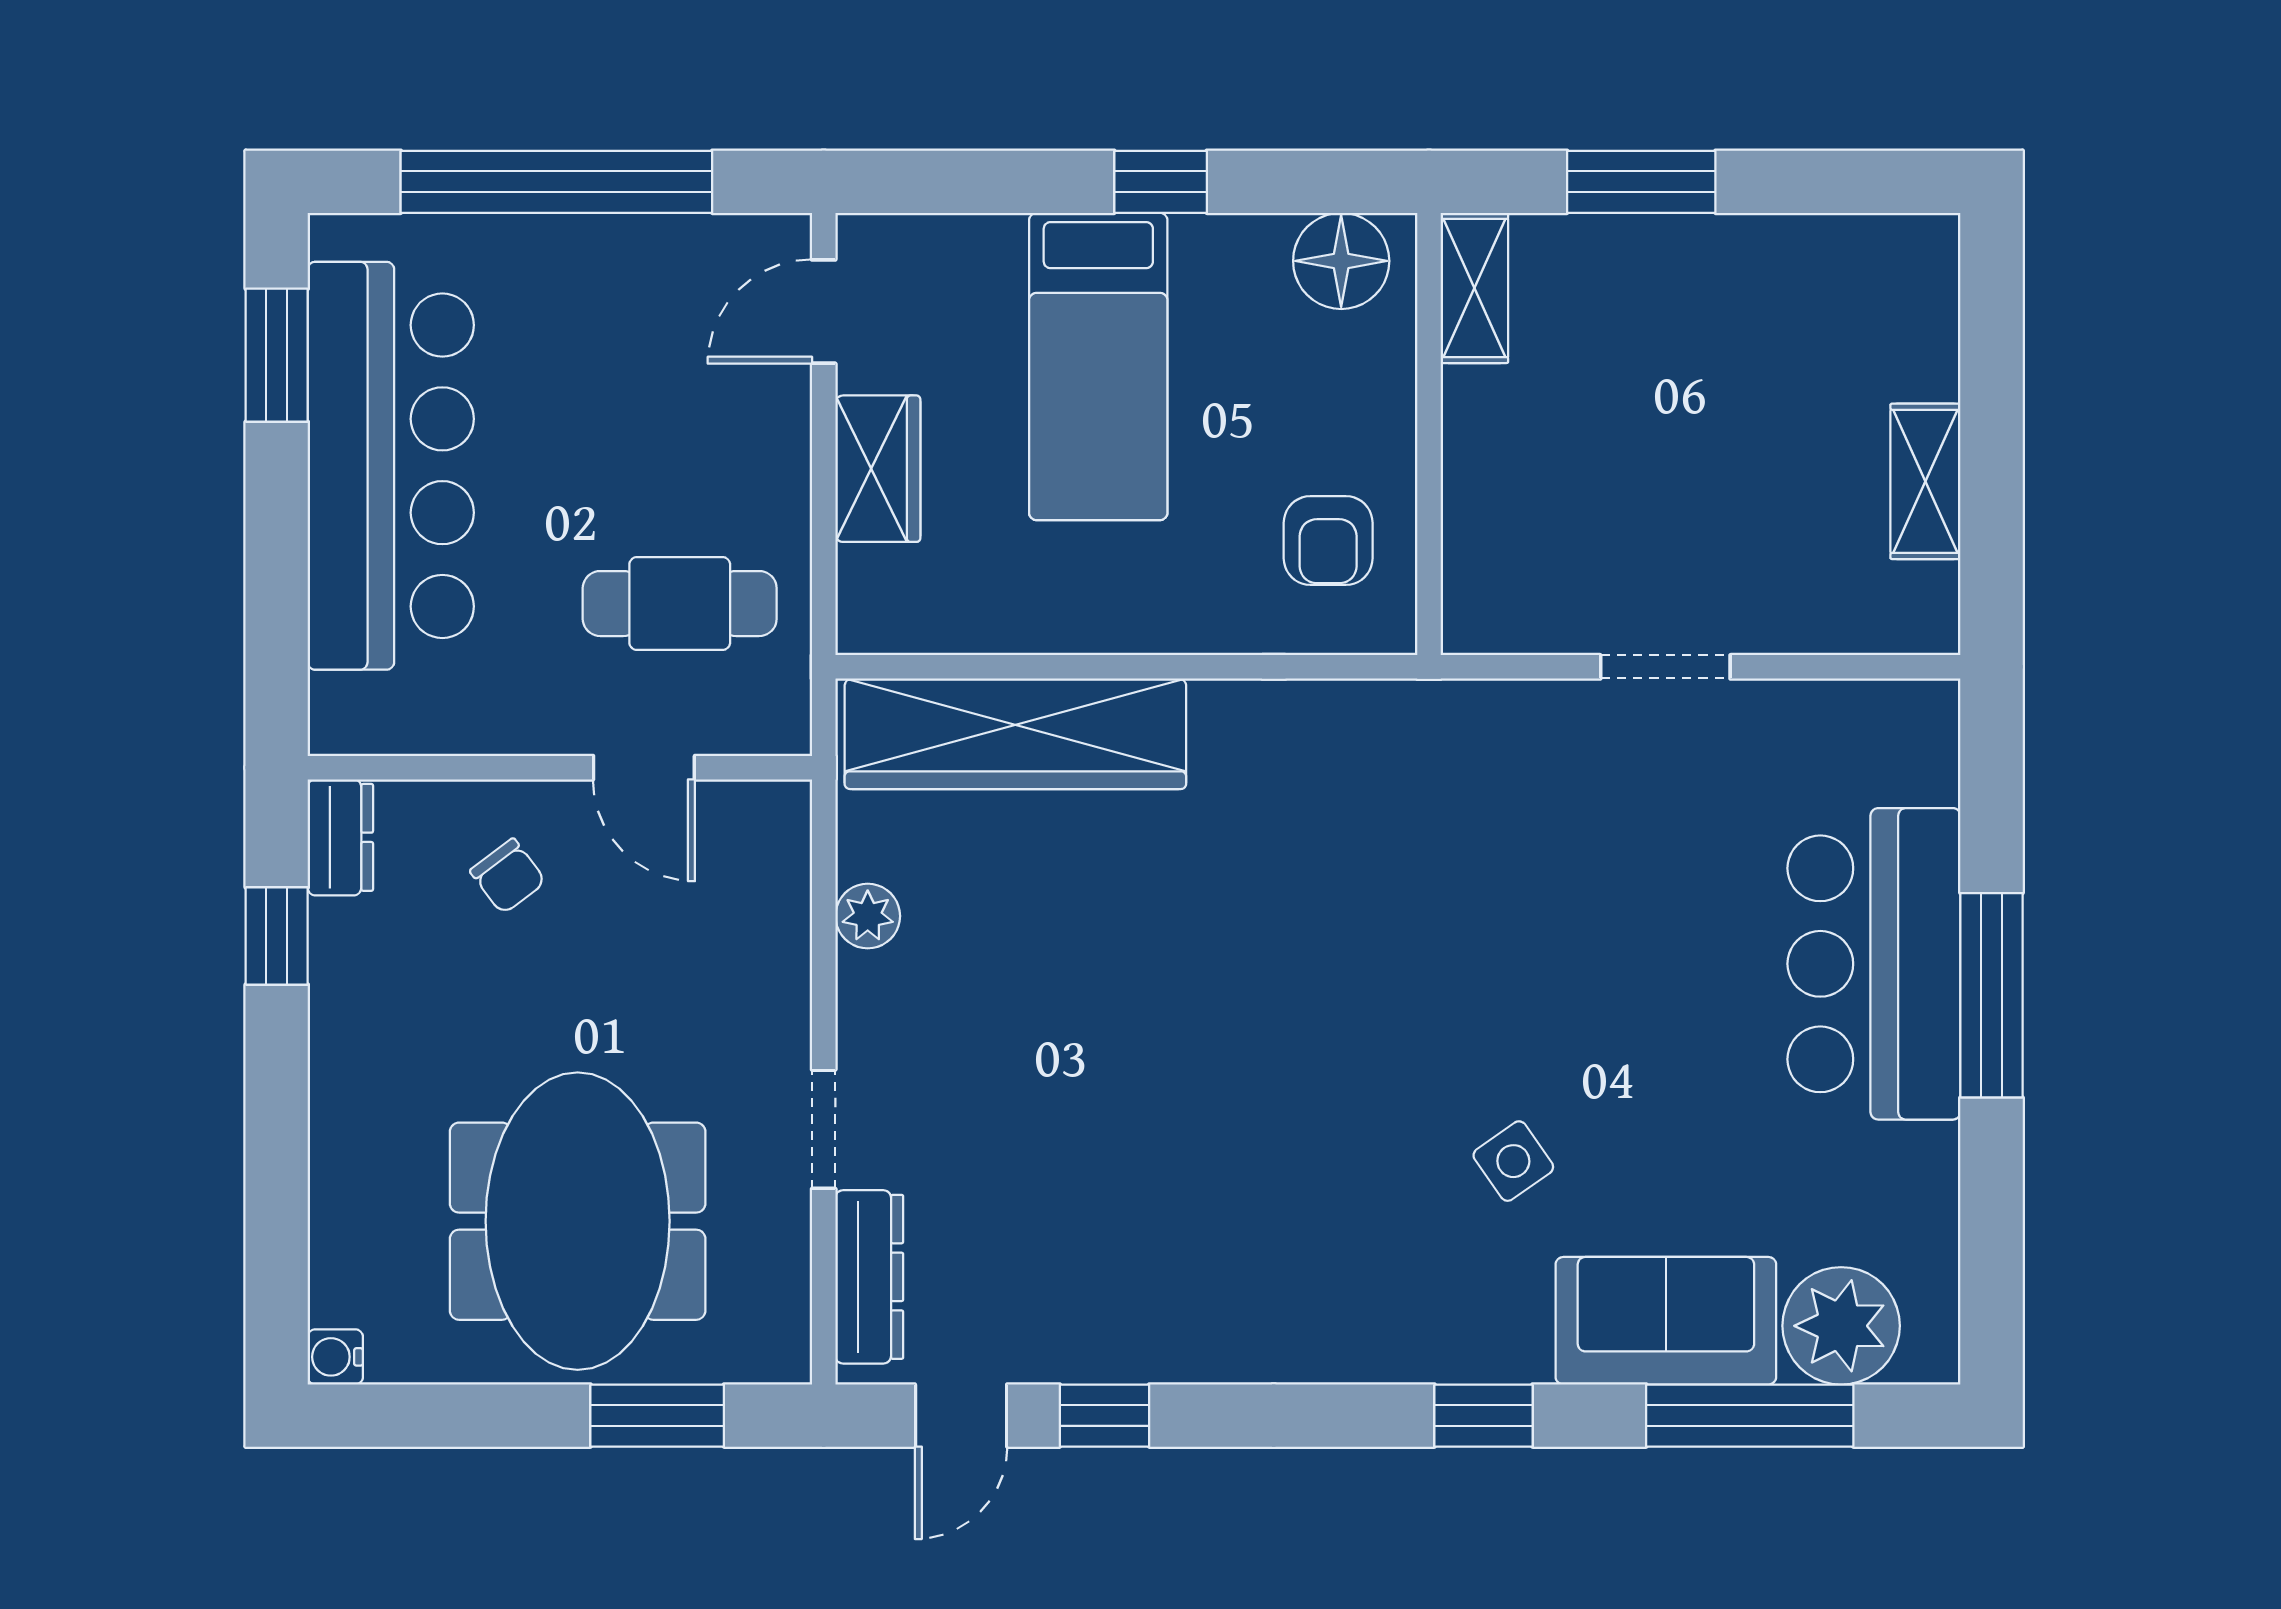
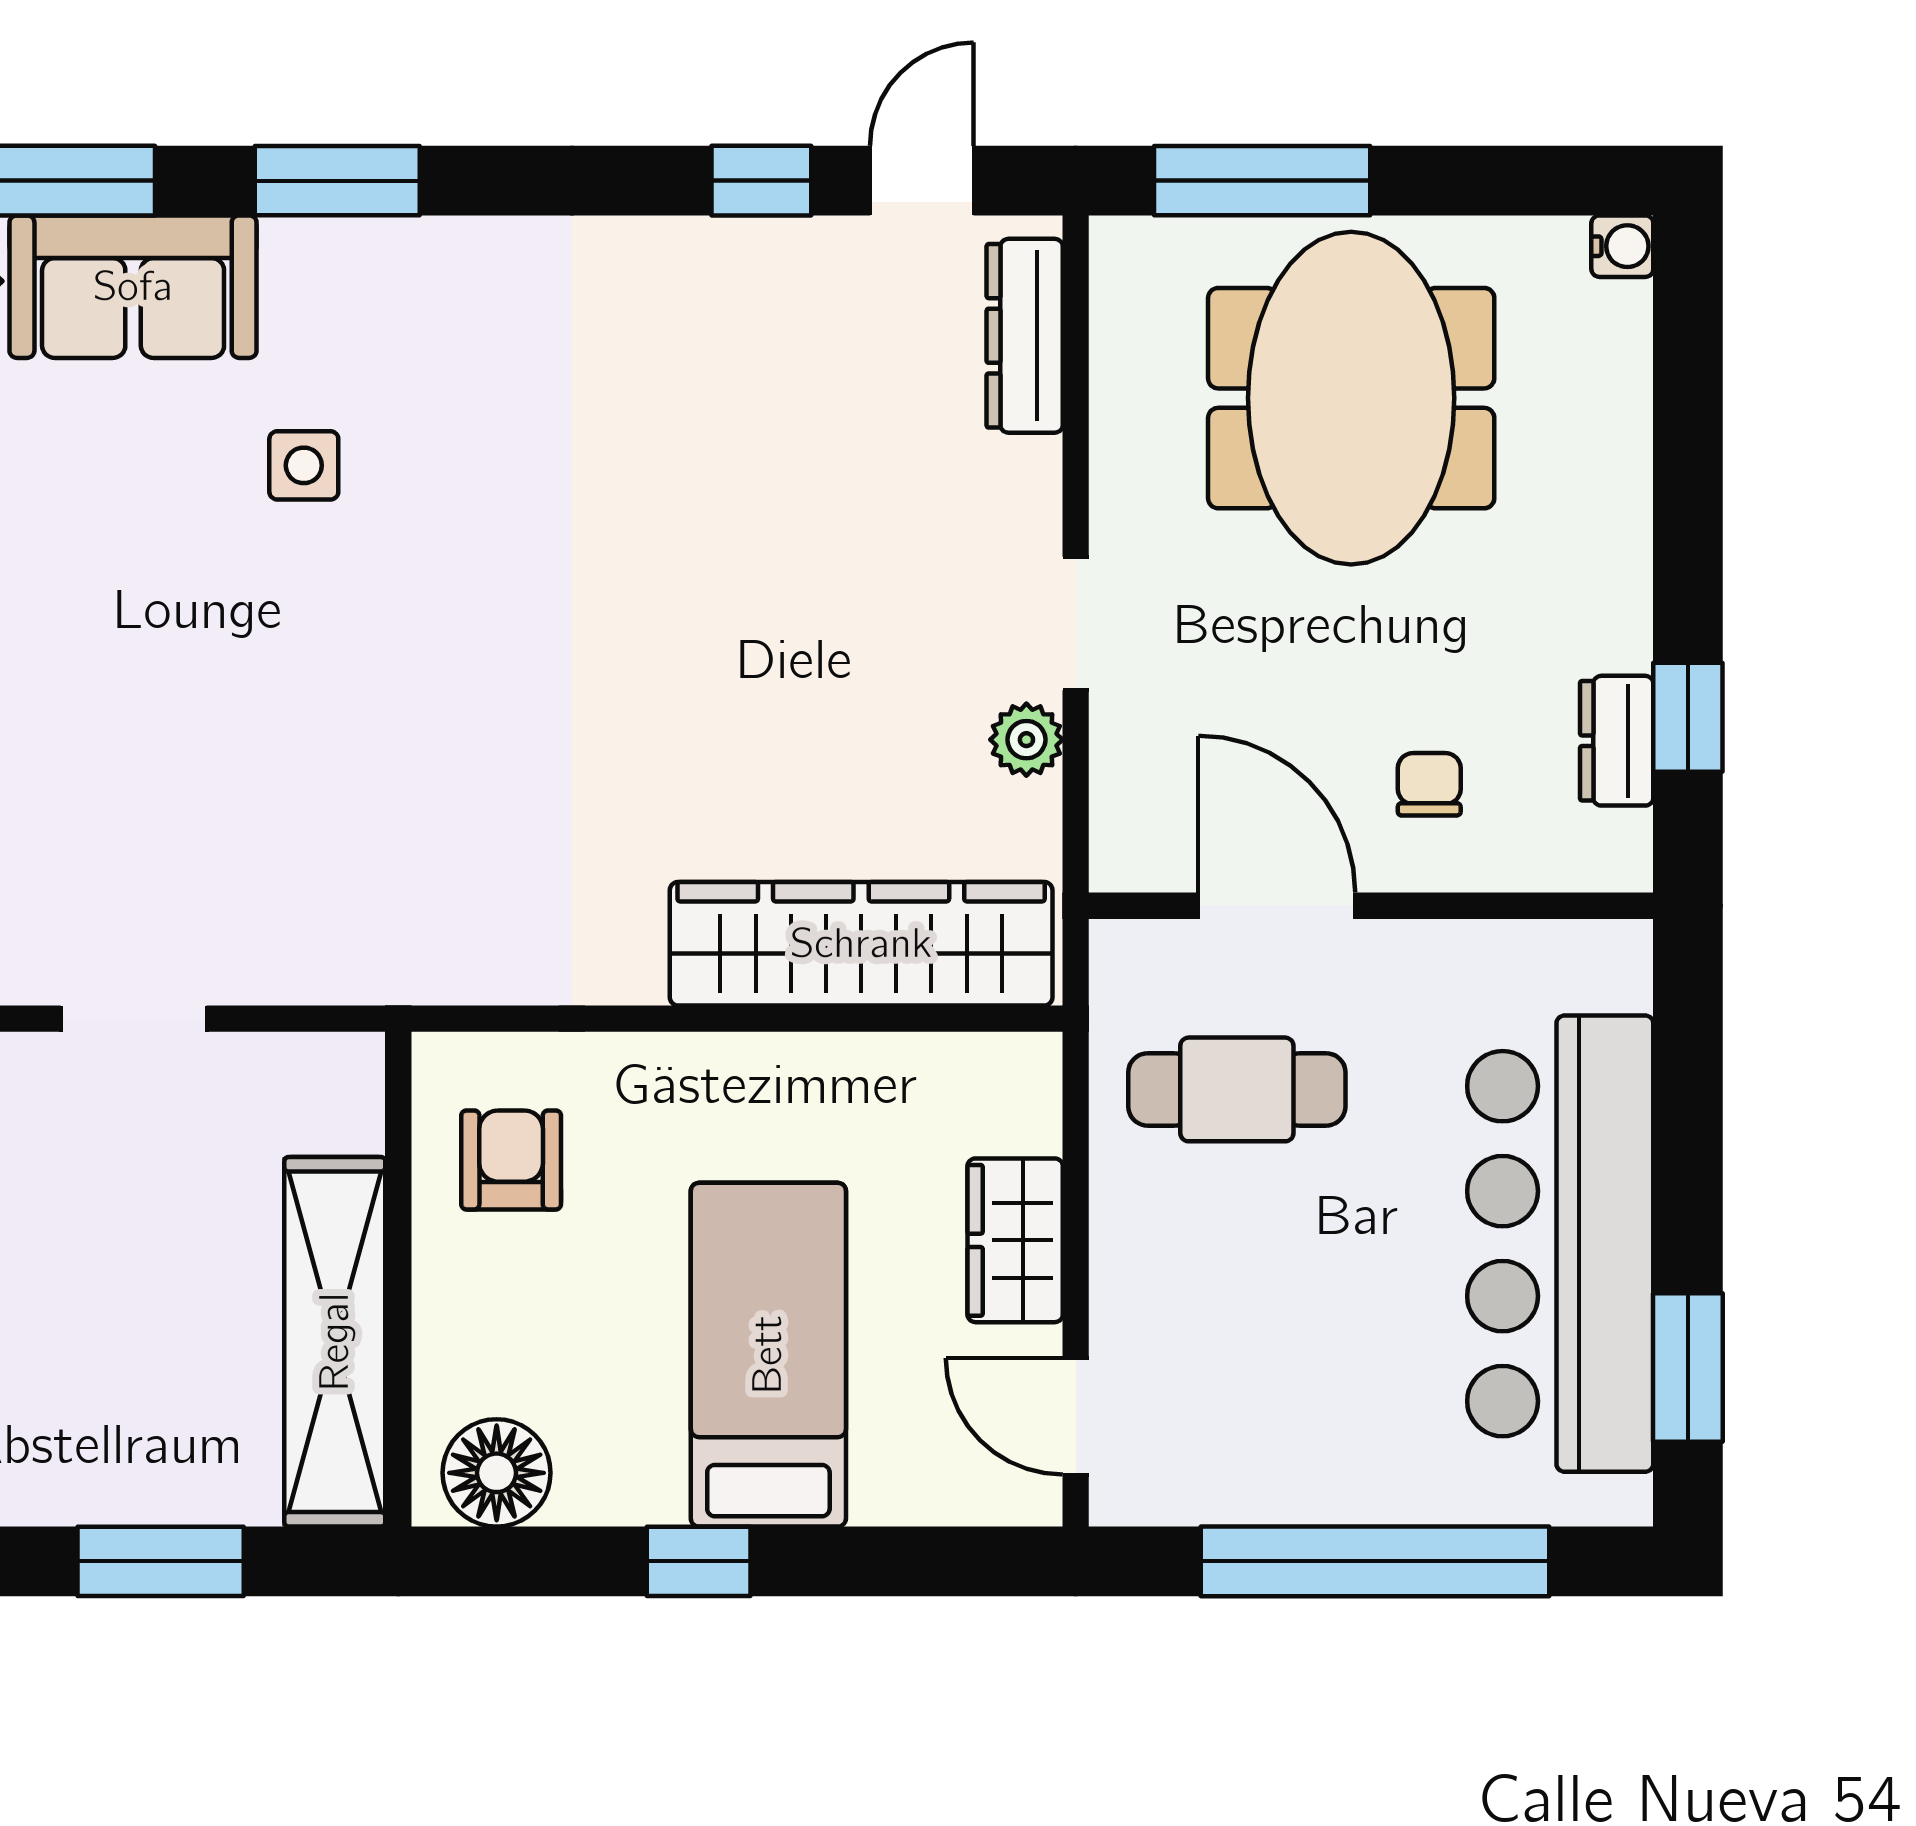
shelving: (1474, 288) -> (335, 1342), width x2.20, depth x1.33
door: (824, 312) -> (1076, 1416), swing flipped
door: (644, 768) -> (1277, 906), width x1.38
dresser: (340, 837) -> (1617, 741), moved
chair: (508, 876) -> (1429, 784), turned 37
doorway: (824, 1129) -> (1076, 623), moved
side table: (1513, 1161) -> (304, 465), turned 35
window: (657, 1416) -> (1262, 181), width x1.44
window: (1484, 1416) -> (337, 181), width x1.50

